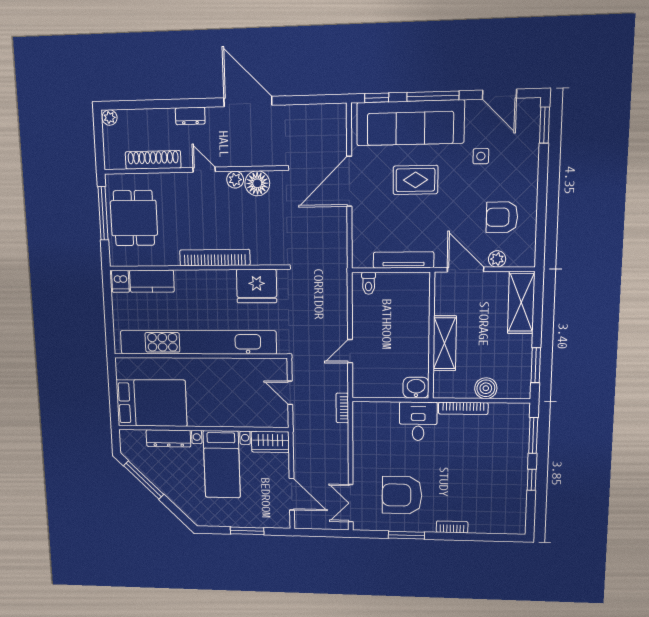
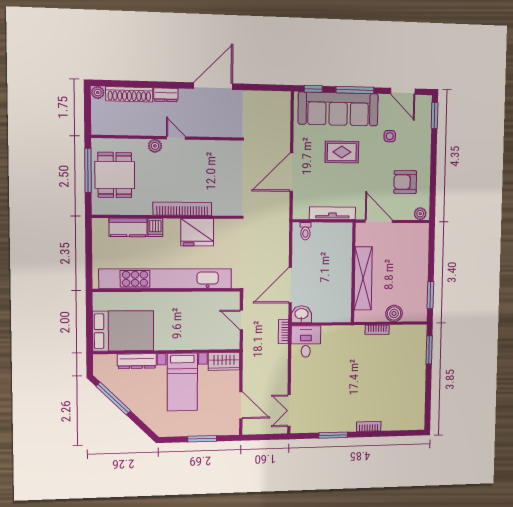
door: (248, 101) -> (213, 86), hinge flipped
shoe rack: (153, 160) -> (129, 94), moved, turned 180
plant: (235, 180) -> (155, 146), moved
door: (349, 181) -> (291, 172), moved
floor lamp: (257, 183) -> (219, 150), removed
plant: (497, 259) -> (420, 214), moved
dishwasher: (120, 281) -> (155, 227), moved
fridge: (257, 286) -> (197, 232), moved
shelving: (521, 302) -> (419, 247), removed
shelving: (445, 343) -> (363, 278), width x1.47
door: (350, 351) -> (290, 285), width x1.87
washbasin: (416, 388) -> (301, 314), moved
bookcase: (463, 408) -> (377, 330), width x0.64
desk: (418, 421) -> (306, 341), moved
window: (532, 480) -> (428, 385), removed
armchair: (402, 495) -> (330, 402), removed

